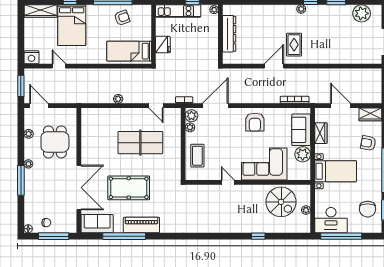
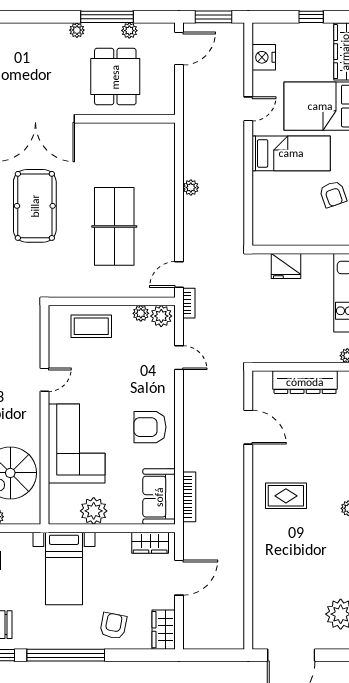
window: (21, 30) -> (311, 17), added
bed: (129, 51) -> (291, 153), moved, turned 90
nightstand: (31, 57) -> (264, 57), moved
door: (59, 66) -> (248, 109), moved
door: (274, 66) -> (248, 427), moved
door: (156, 106) -> (179, 274), moved
door: (215, 106) -> (179, 358), width x0.53
sofa: (301, 130) -> (159, 497), moved, turned -90
wardrobe: (321, 133) -> (150, 543), moved
dining table: (55, 142) -> (115, 77), turned 90
window: (21, 180) -> (107, 17), moved

